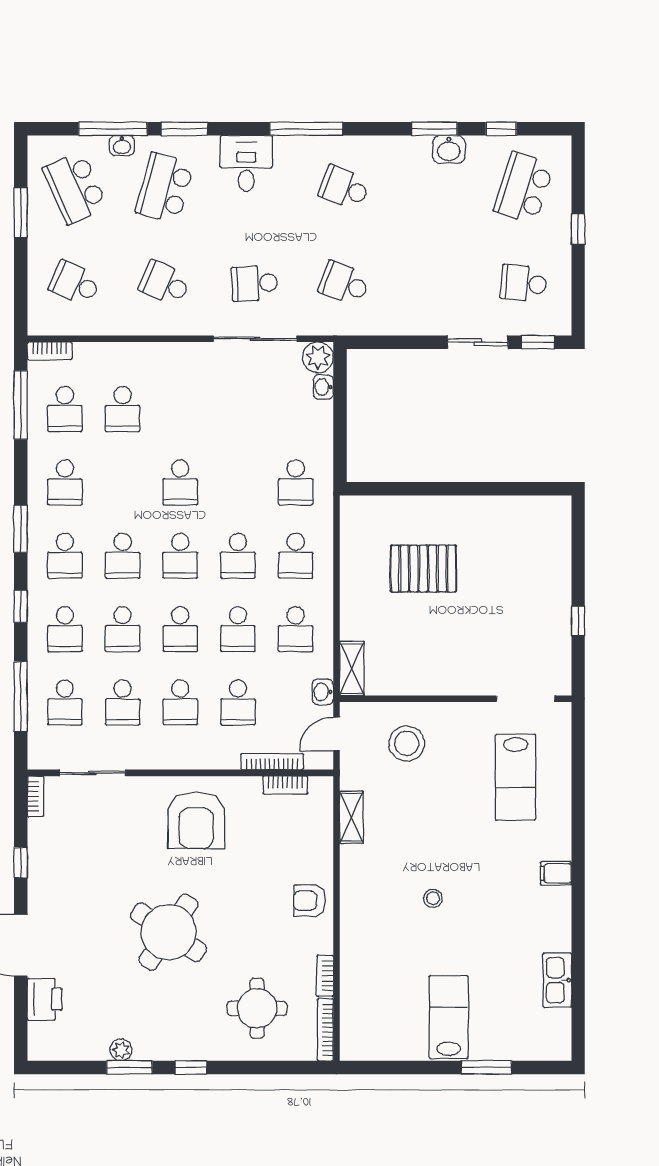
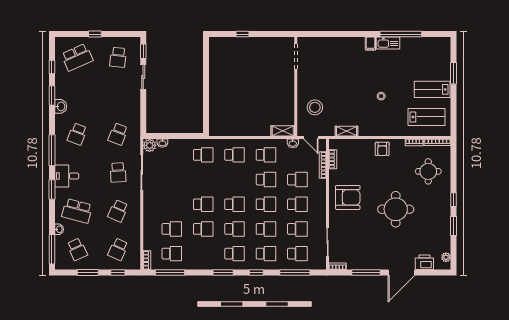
window: (113, 129) -> (52, 249), moved
window: (185, 129) -> (52, 190), moved
washbasin: (449, 149) -> (61, 106), moved
school desk: (75, 188) -> (77, 249), width x0.54
school desk: (524, 188) -> (77, 57), turned -42
window: (21, 283) -> (118, 273), added
school desk: (65, 482) -> (203, 229), moved
school desk: (238, 556) -> (235, 180), removed
pallet: (423, 569) -> (240, 100), removed
window: (578, 621) -> (242, 34), moved
lab bench: (515, 777) -> (427, 117), moved
window: (21, 863) -> (366, 273), width x2.17
round table: (169, 932) -> (396, 209), turned -34
window: (578, 944) -> (401, 34), added
kitchen sink: (557, 980) -> (388, 43), moved
plant: (121, 1050) -> (446, 257), moved

